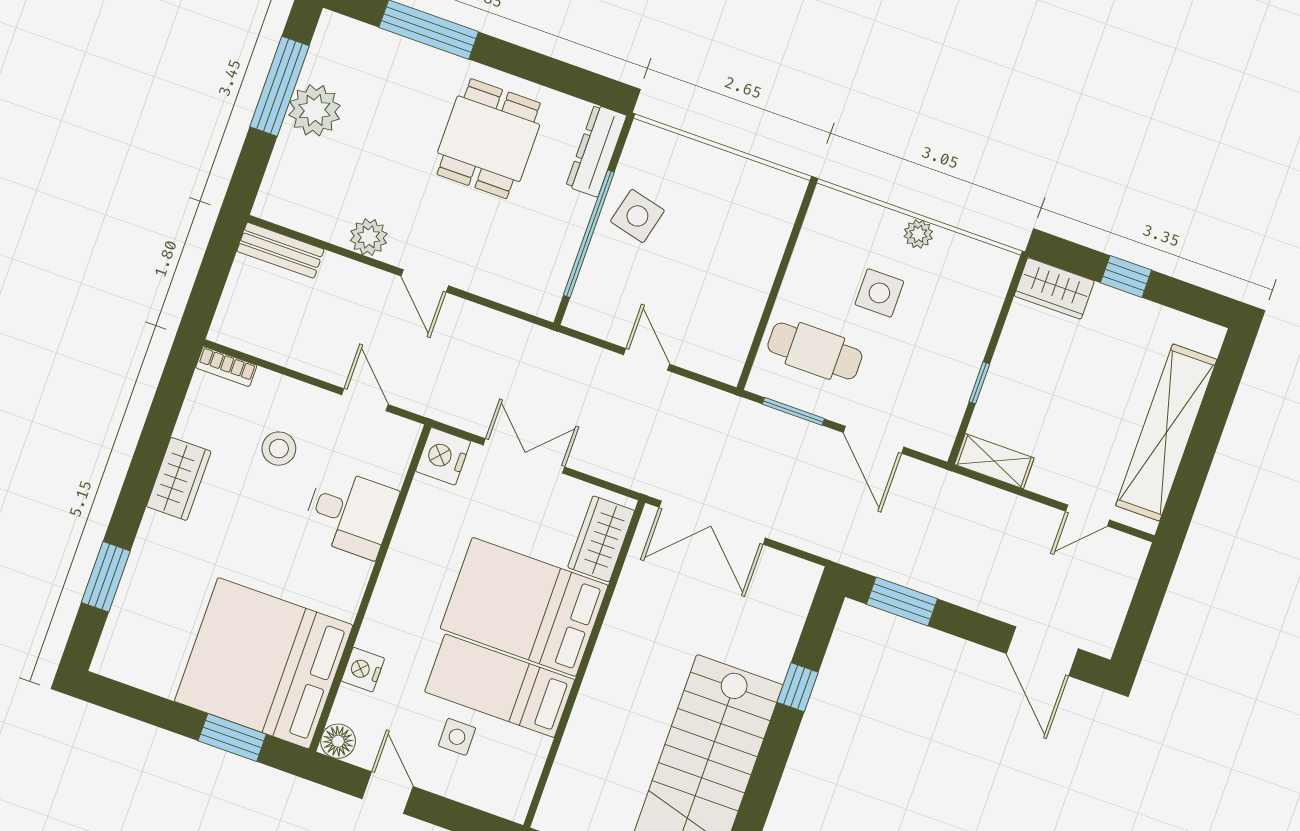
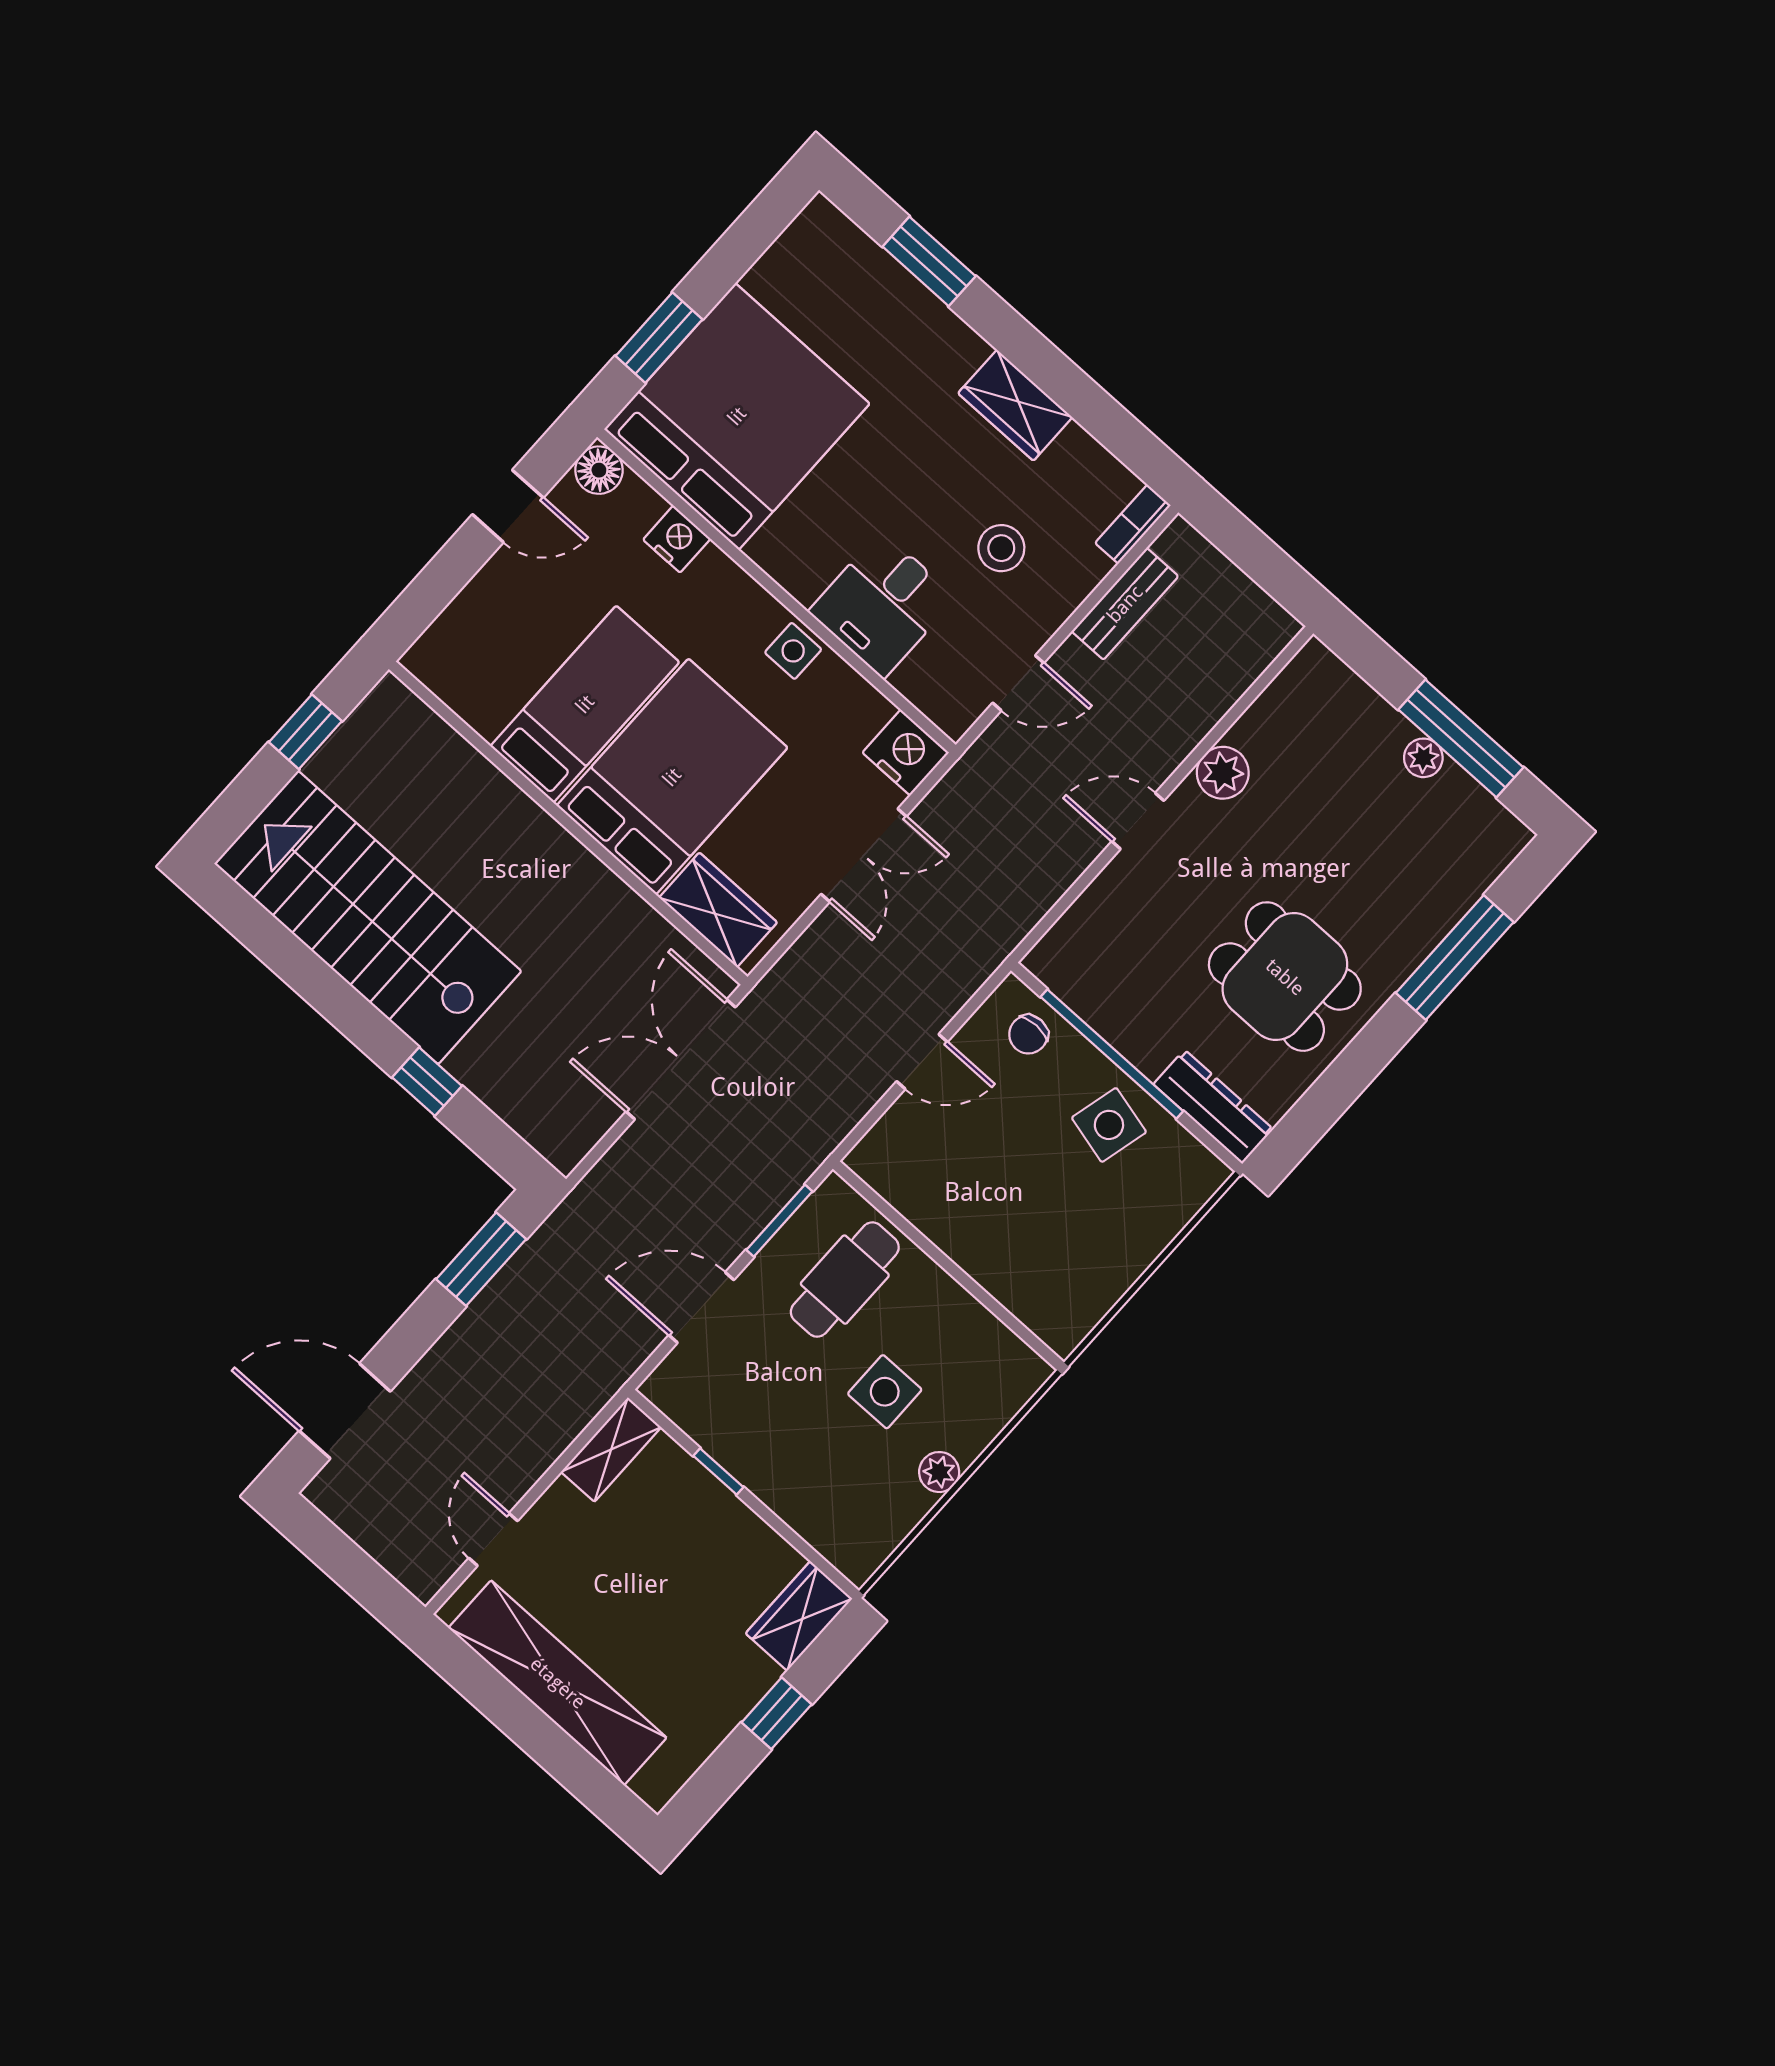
plant: (315, 110) -> (1423, 758), width x0.53, depth x0.53
bench: (280, 250) -> (1125, 604), moved
chair: (599, 295) -> (1028, 1034), added
side table: (457, 737) -> (793, 651), moved

